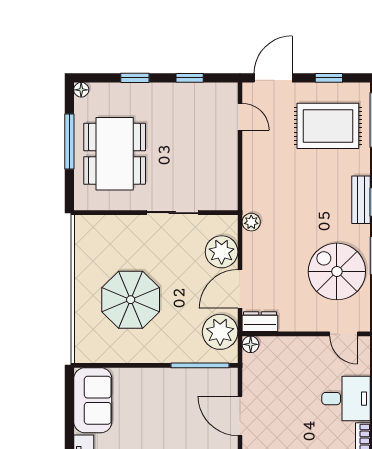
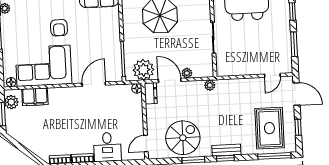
window: (190, 78) -> (294, 44), width x1.50
plant: (222, 252) -> (187, 73), width x0.53, depth x0.53

